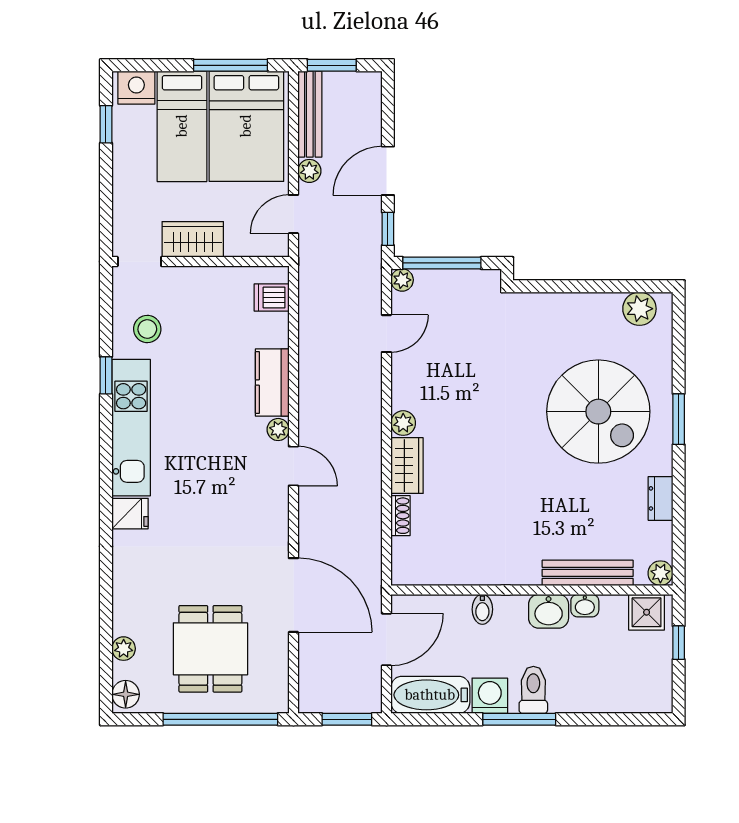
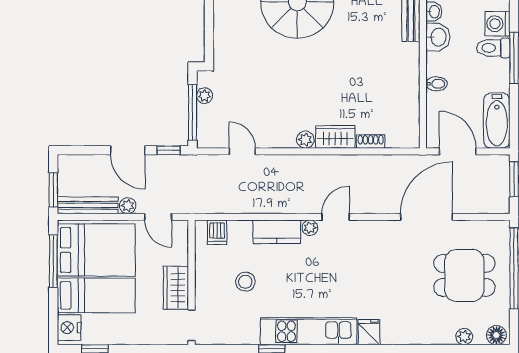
plant: (402, 280) -> (205, 96), moved
stool: (147, 329) -> (245, 282), moved
washing machine: (490, 696) -> (497, 24), moved

